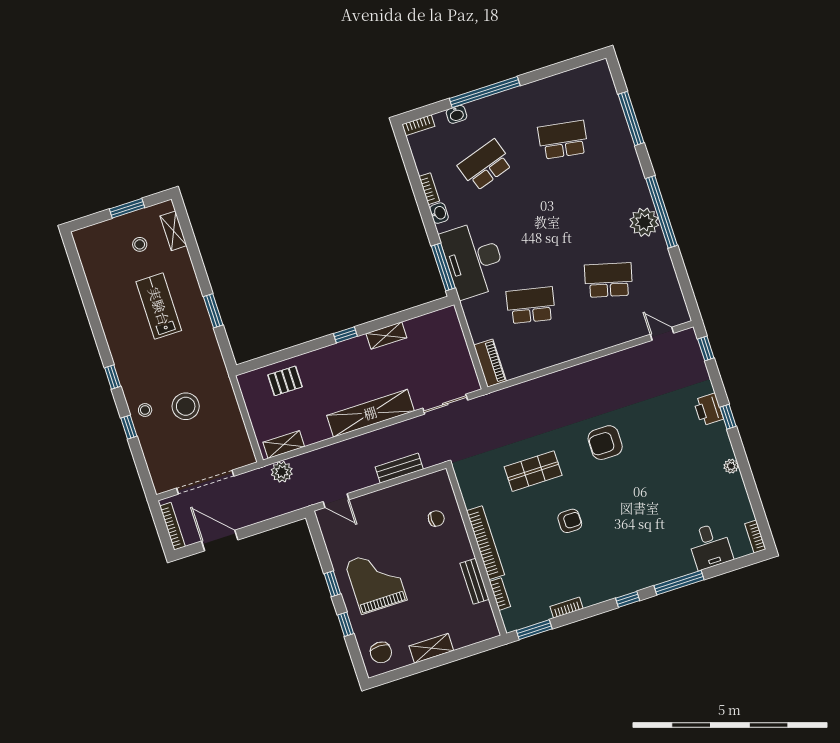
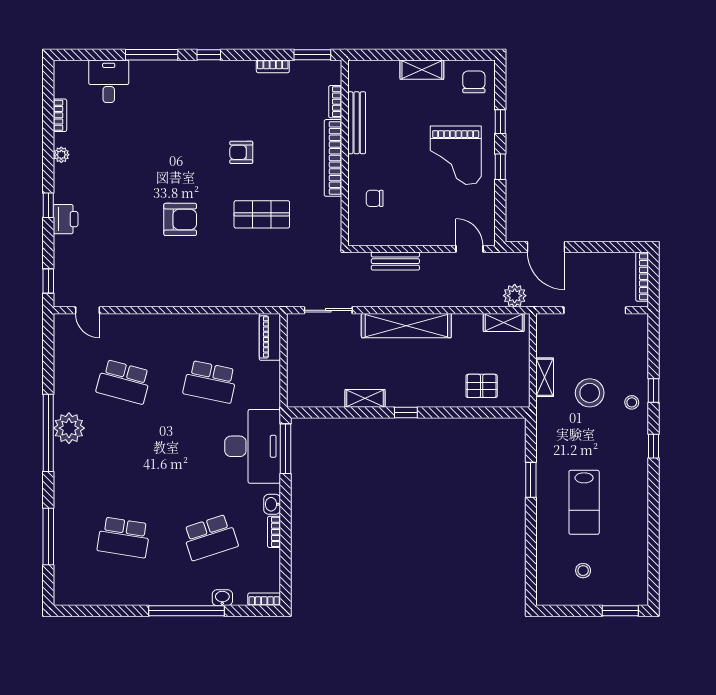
window: (127, 208) -> (620, 611), moved
shelving: (173, 231) -> (545, 377), moved
bookcase: (755, 536) -> (60, 115), moved
door: (220, 541) -> (546, 247), moved
bench: (475, 581) -> (357, 123), width x1.36

